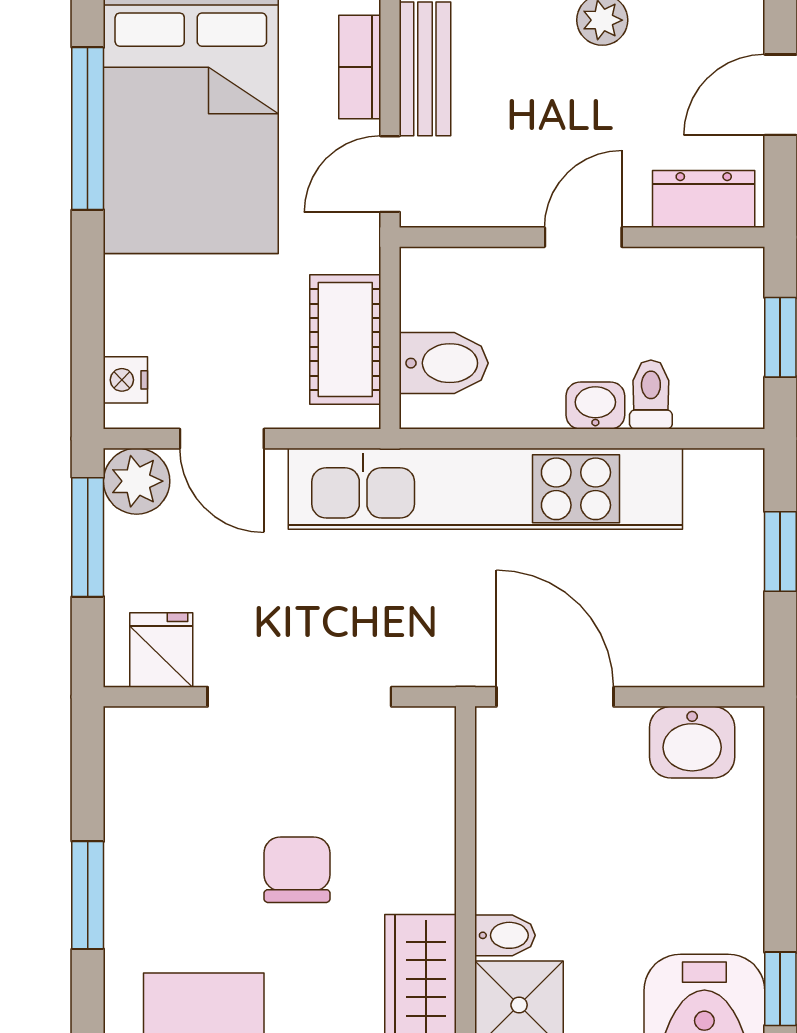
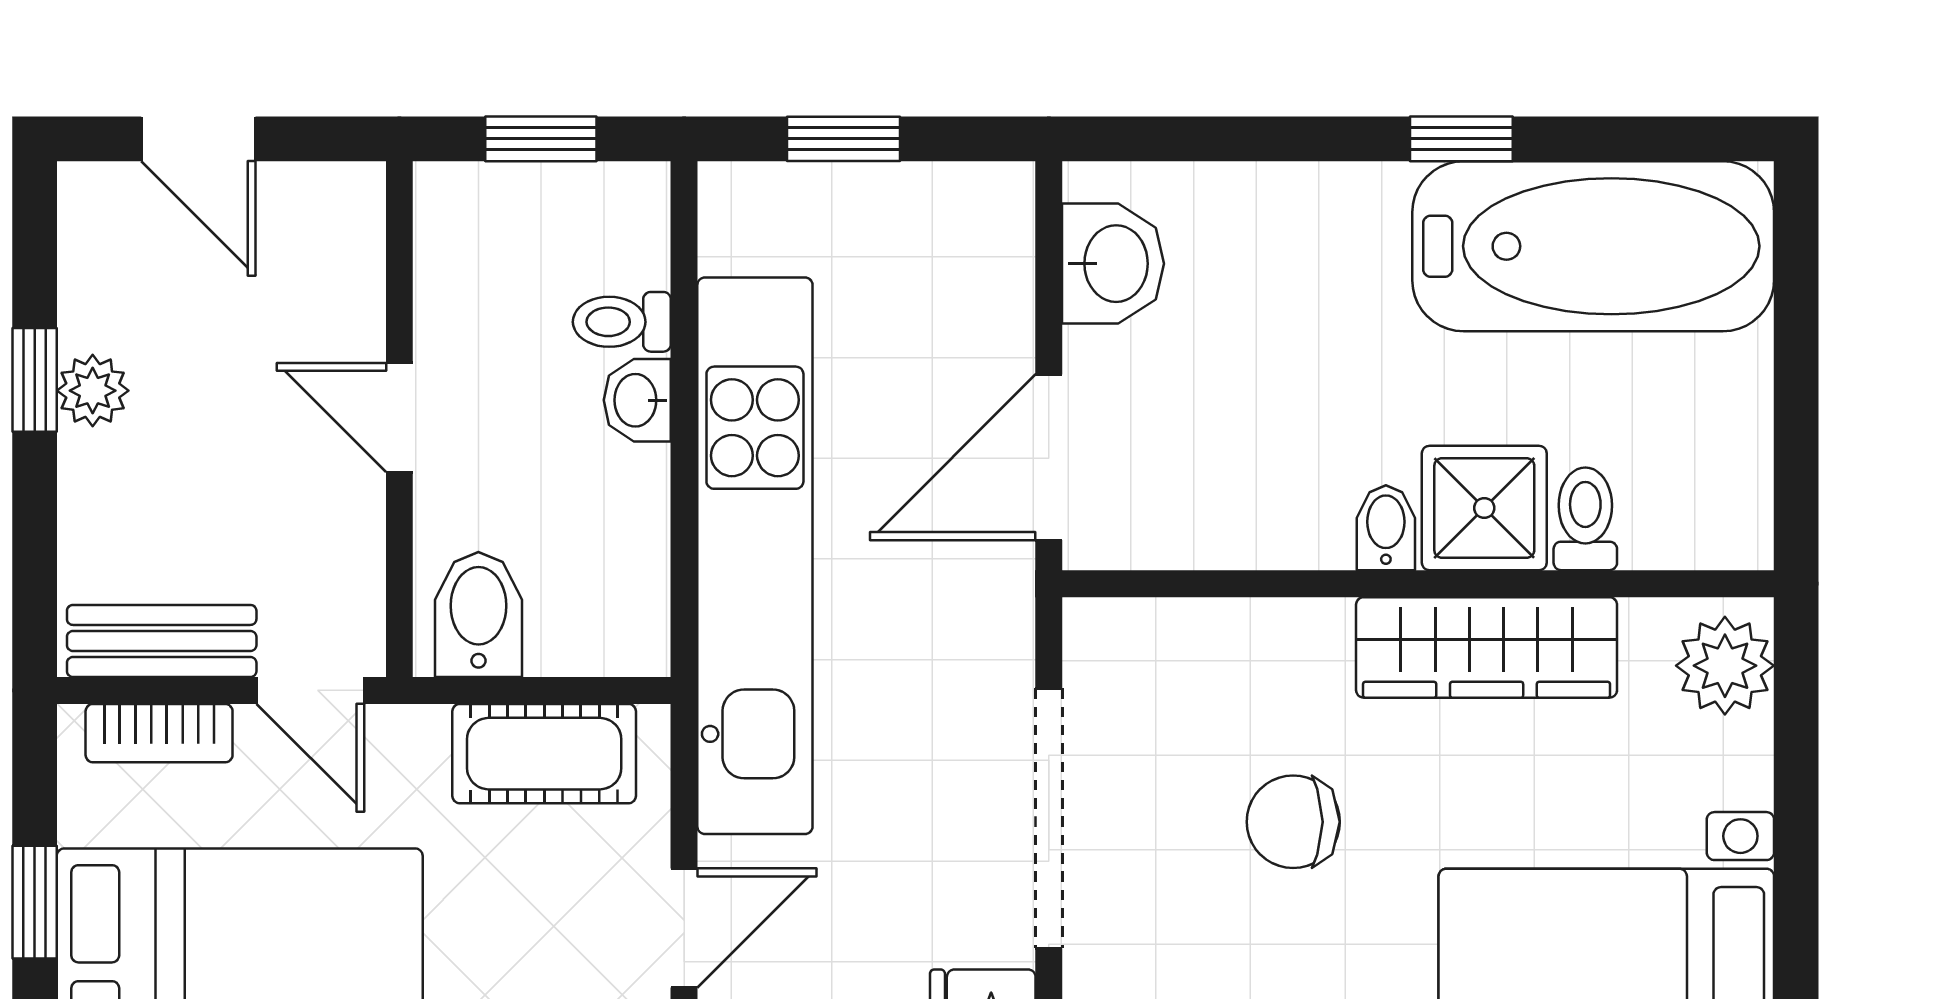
dresser: (704, 199) -> (346, 247), removed
bidet: (444, 363) -> (478, 614), moved

